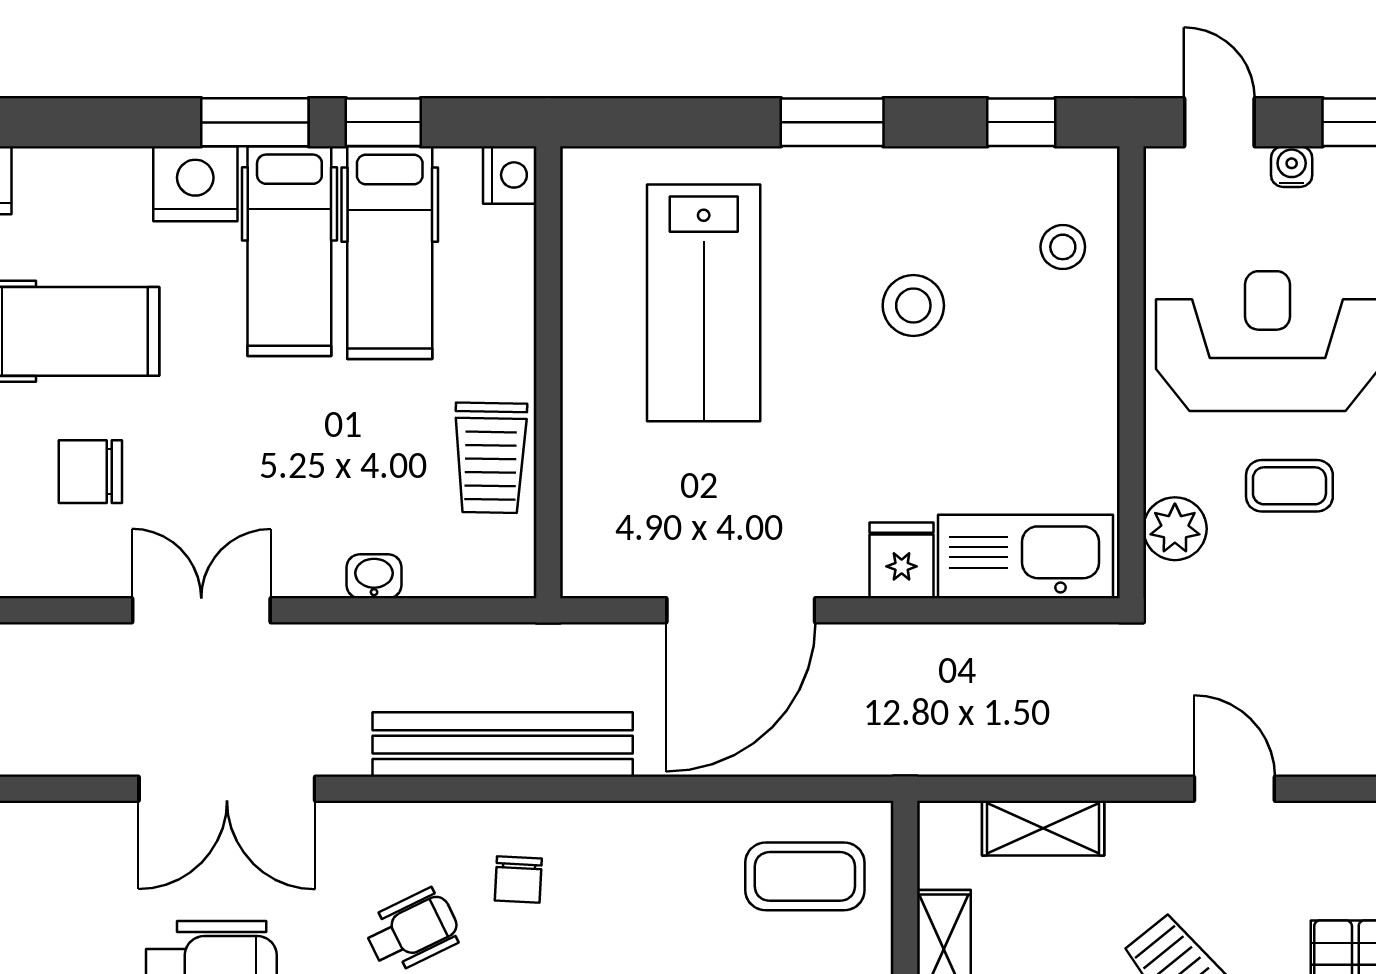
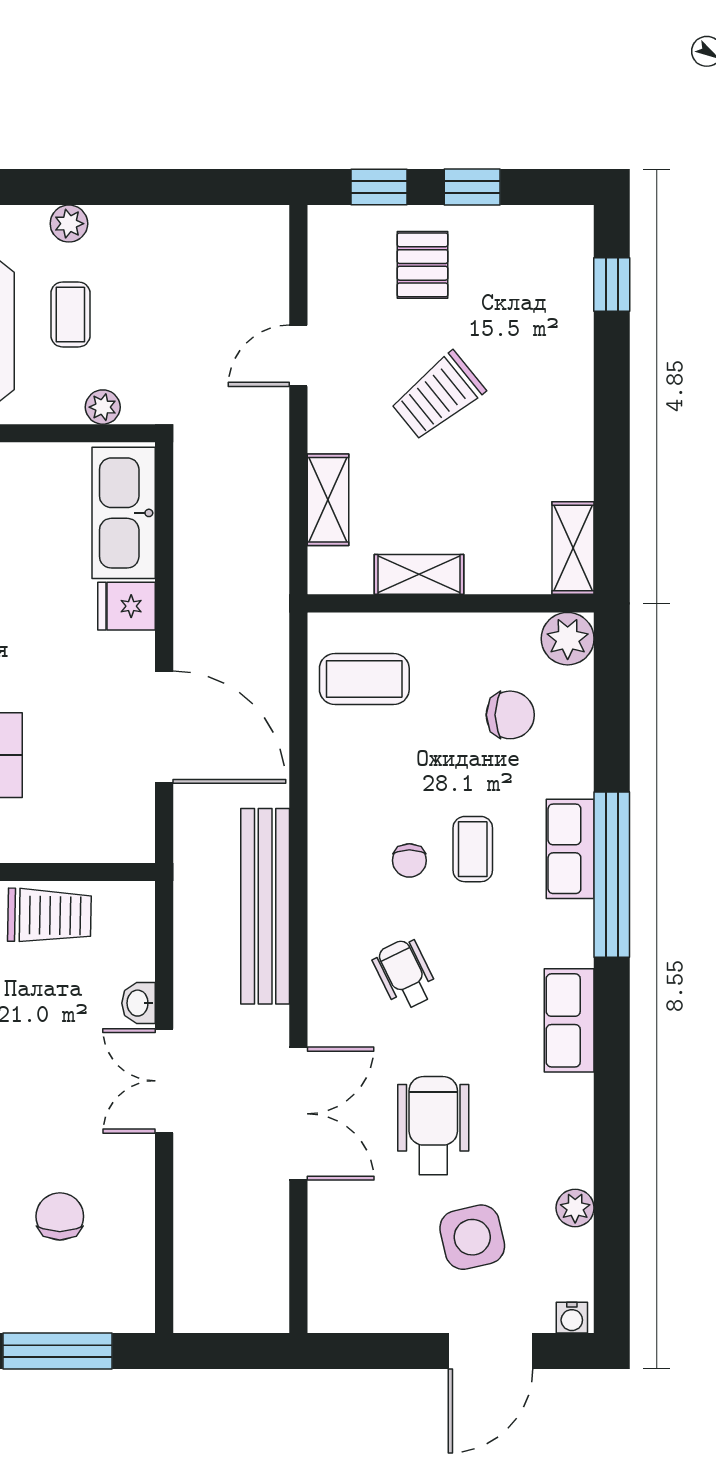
chair: (90, 472) -> (60, 1216), turned 180
plant: (1175, 529) -> (103, 407), width x0.73, depth x0.73
double door: (201, 610) -> (164, 1081), moved
coffee table: (805, 876) -> (364, 679), turned 90
chair: (518, 879) -> (409, 860), moved, turned 87

